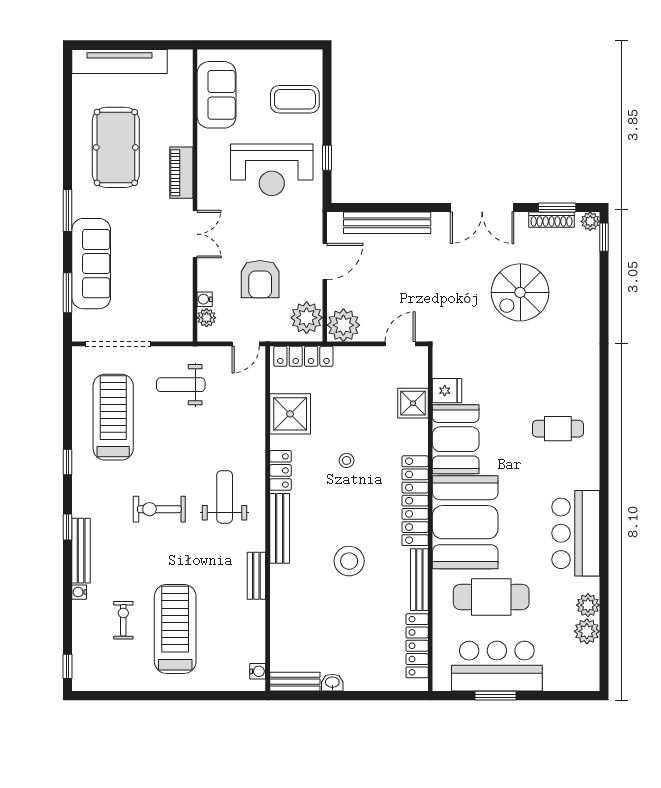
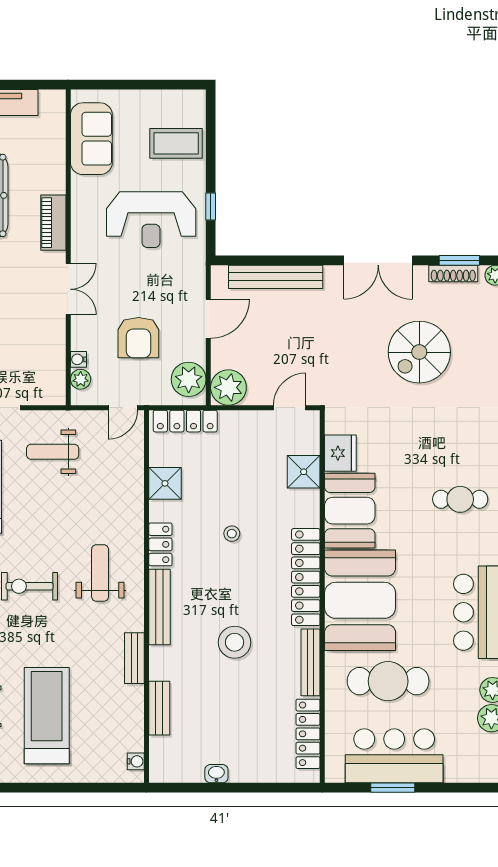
fridge: (447, 391) -> (340, 453), width x1.38
shower: (290, 414) -> (165, 483), width x0.73, depth x0.73
bench: (295, 682) -> (159, 708), moved, turned 90

